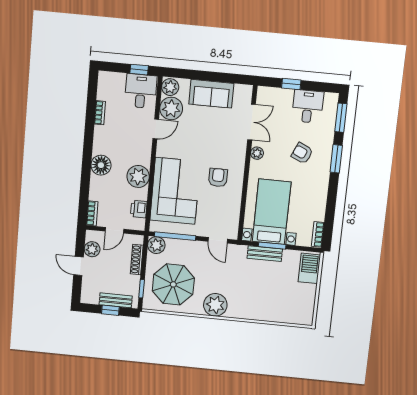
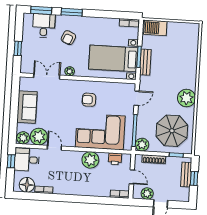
desk: (308, 106) -> (44, 26), moved, turned 90
floor lamp: (101, 165) -> (27, 185), moved

